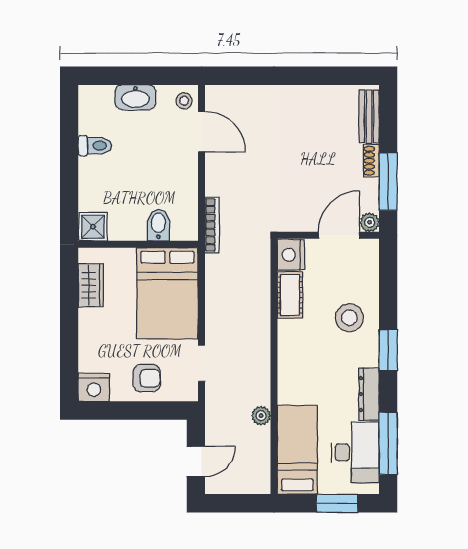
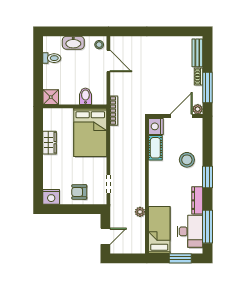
toilet: (95, 146) -> (52, 58), moved
bidet: (158, 225) -> (85, 96), moved
shower: (93, 227) -> (51, 97), moved
wall: (138, 244) -> (75, 106), moved
bed: (167, 293) -> (90, 132), moved
armchair: (147, 378) -> (79, 192), turned 180

